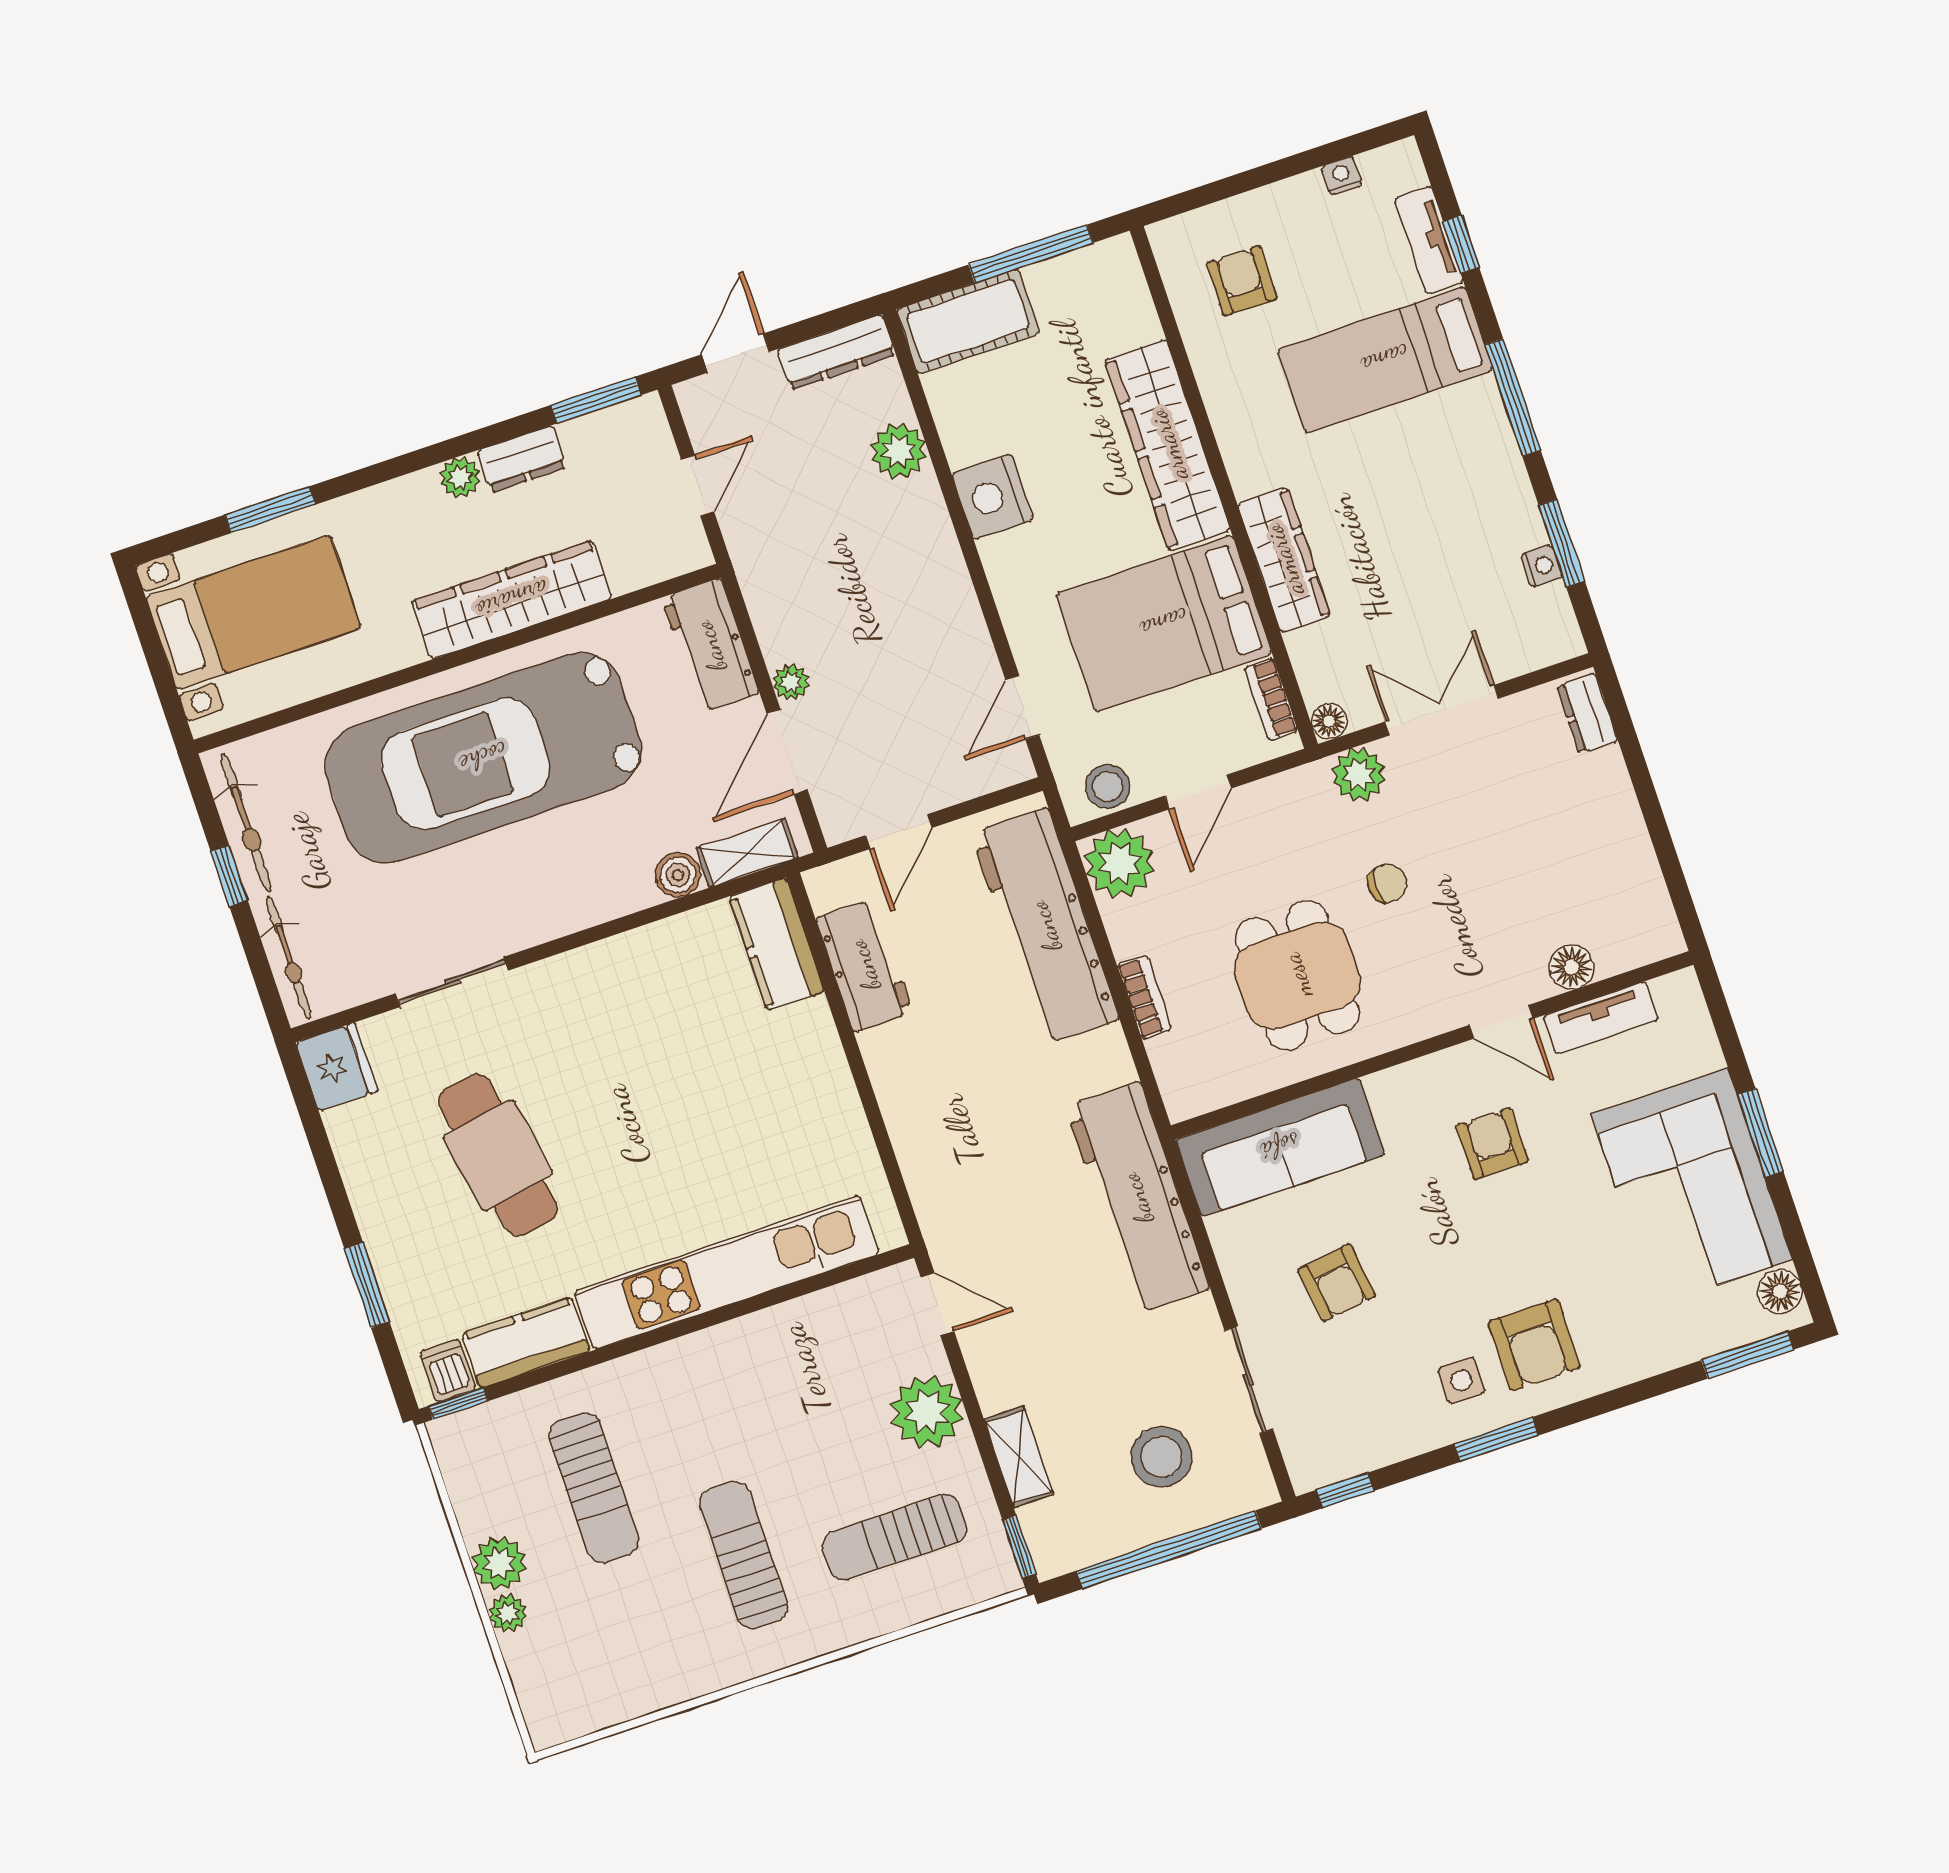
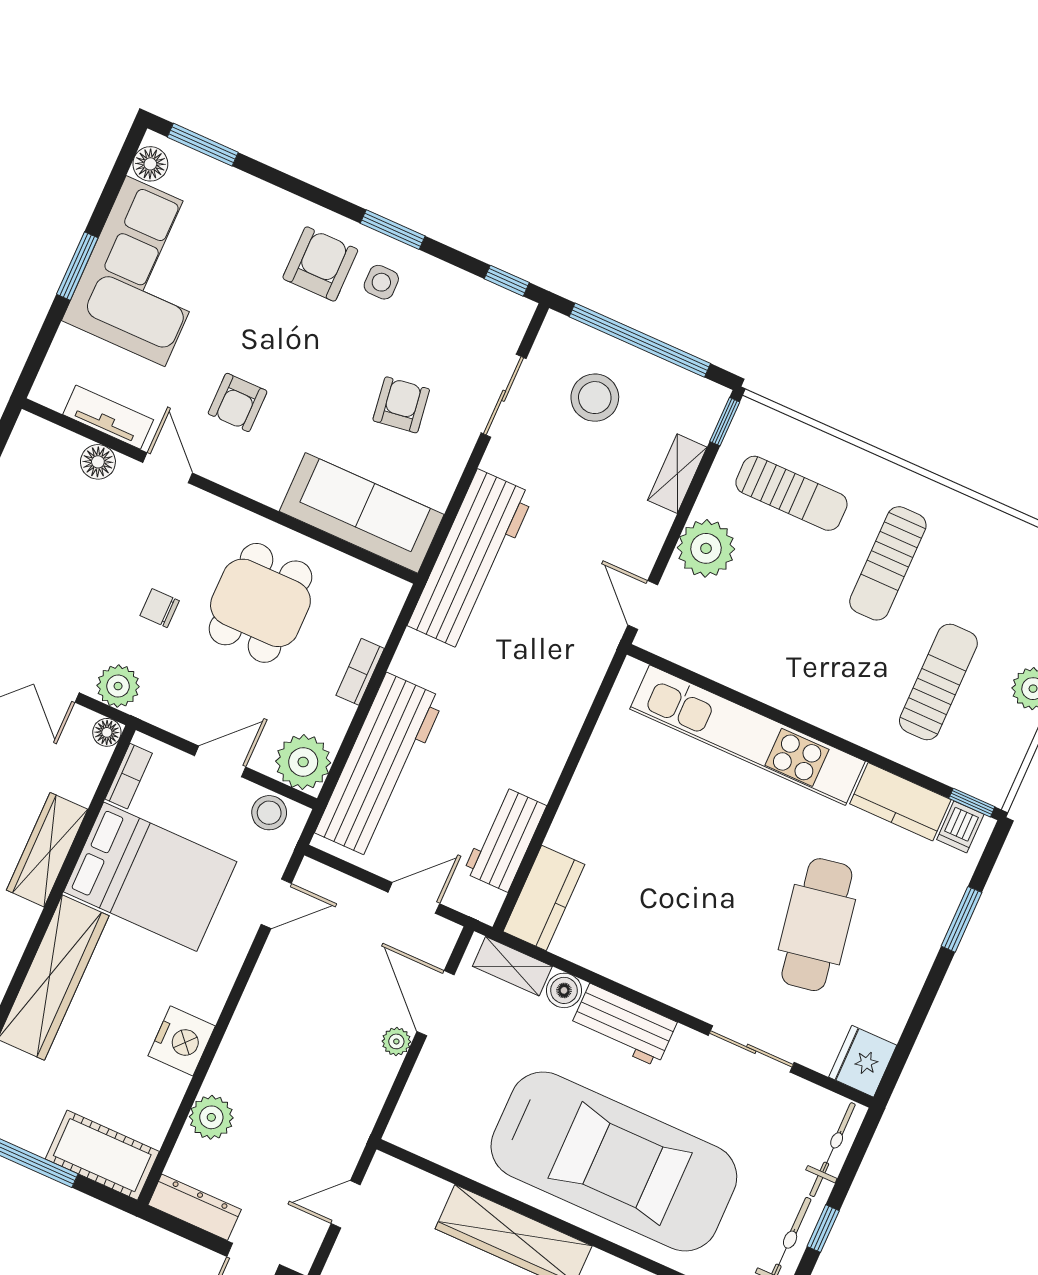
workbench: (710, 646) -> (623, 1025), moved, turned 90
door: (787, 752) -> (436, 1003), swing flipped

